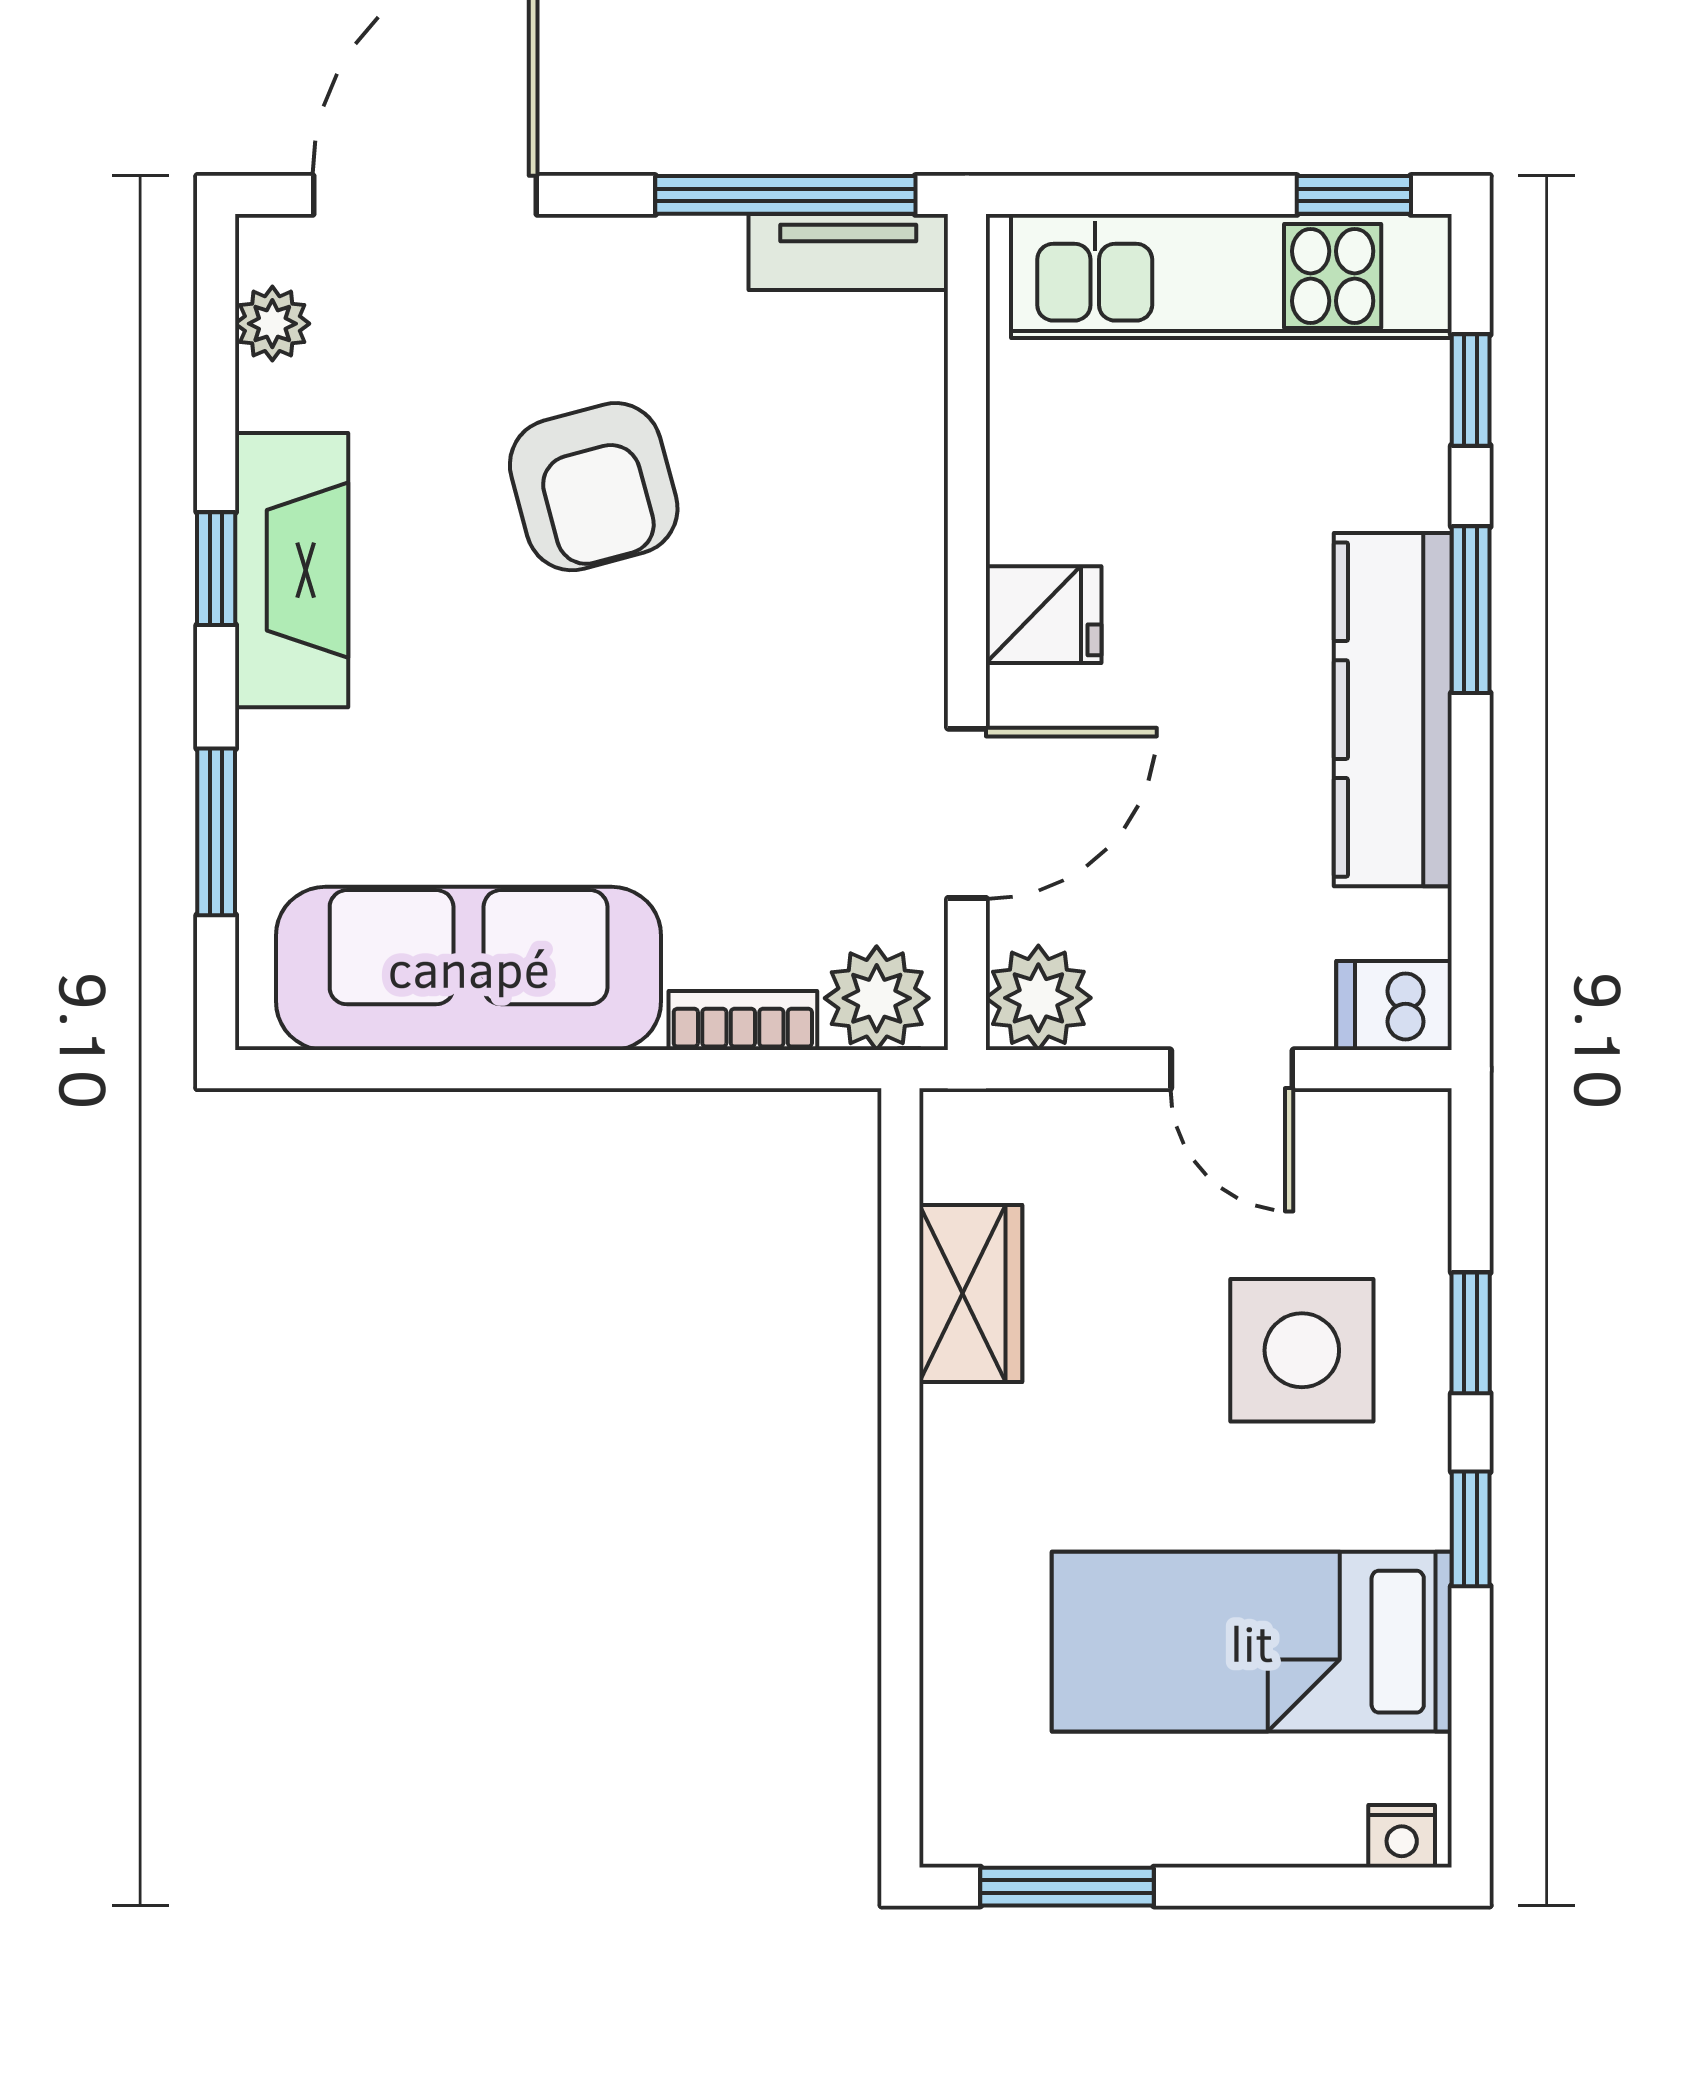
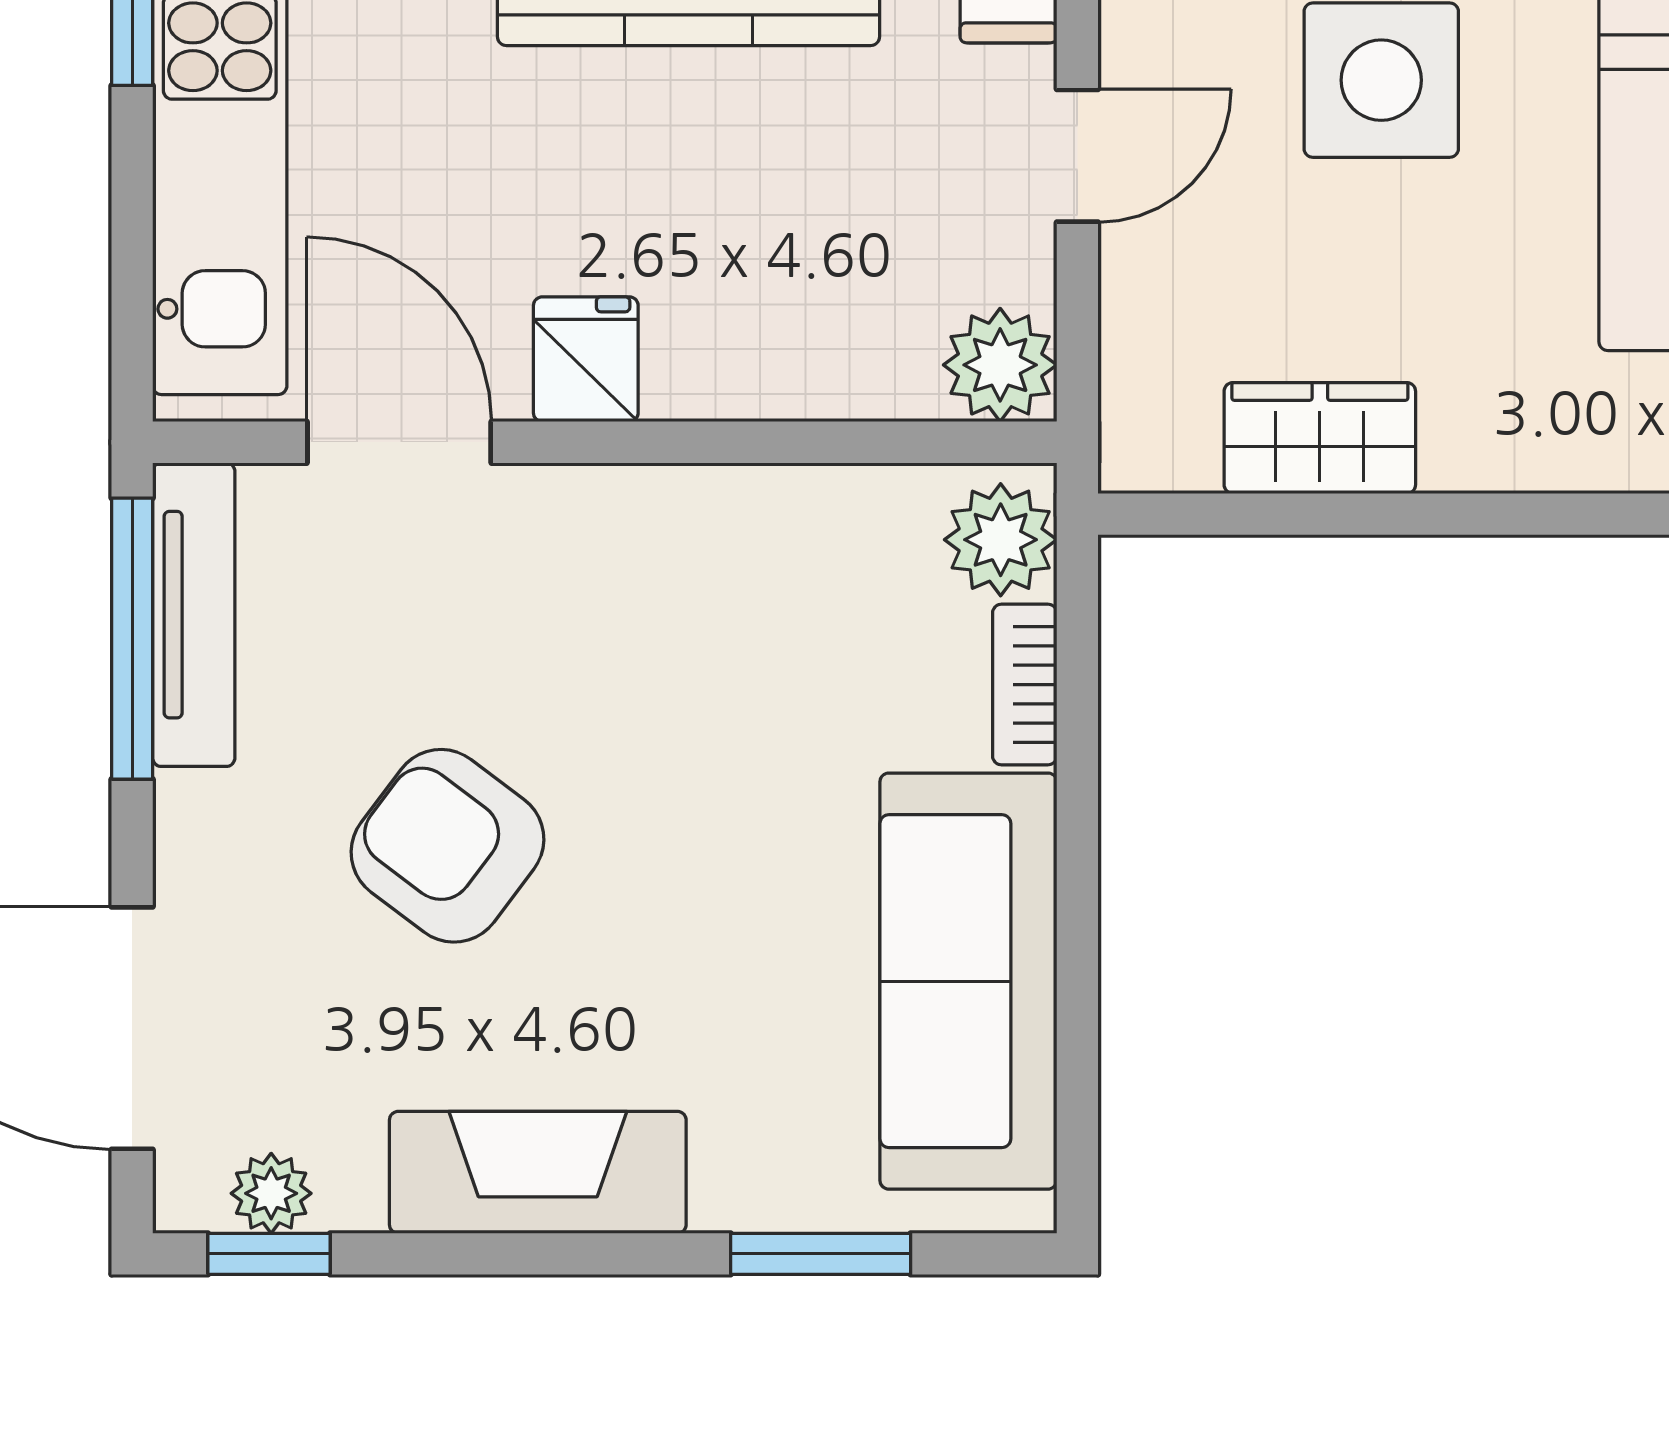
tv unit: (848, 252) -> (194, 615), width x1.41
armchair: (594, 487) -> (447, 846), turned -128
window: (216, 569) -> (269, 1254), moved
door: (967, 813) -> (399, 442), moved

